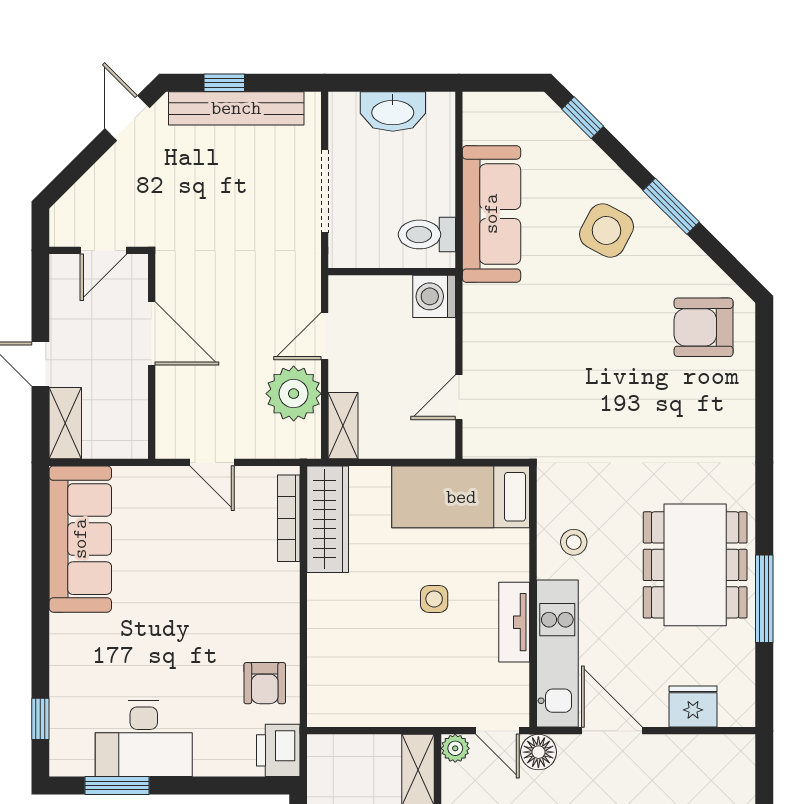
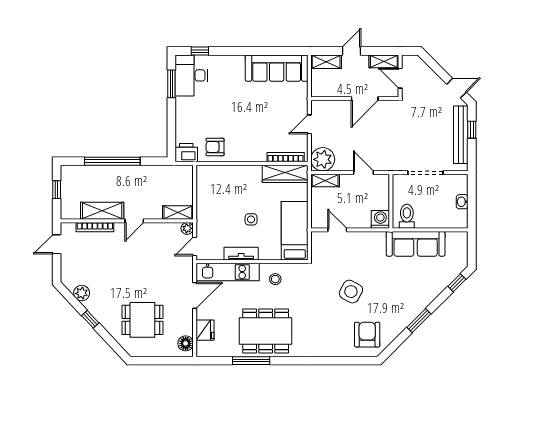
washbasin: (393, 111) -> (462, 202), width x0.52, depth x0.69
side table: (606, 230) -> (351, 292), moved
shelving: (65, 288) -> (384, 61), added
plant: (294, 394) -> (323, 159), moved
desk: (144, 739) -> (191, 75), moved
floor lamp: (538, 752) -> (186, 343), moved

